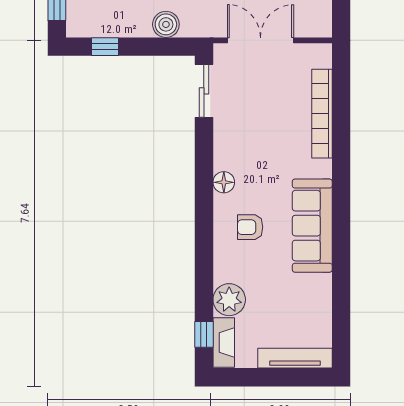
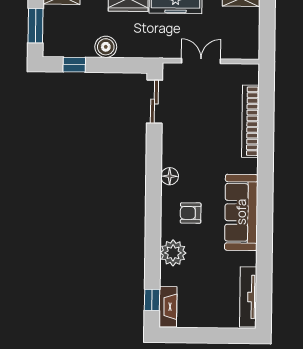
boiler: (166, 24) -> (106, 47), moved
double door: (261, 40) -> (201, 61), width x0.73
plant: (229, 300) -> (173, 253), moved
tv unit: (295, 358) -> (248, 297), moved, turned -90

